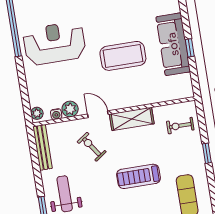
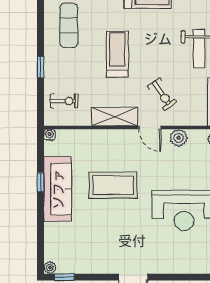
water cooler: (56, 114) -> (49, 135), moved
treadmill: (139, 176) -> (117, 54), turned -90

